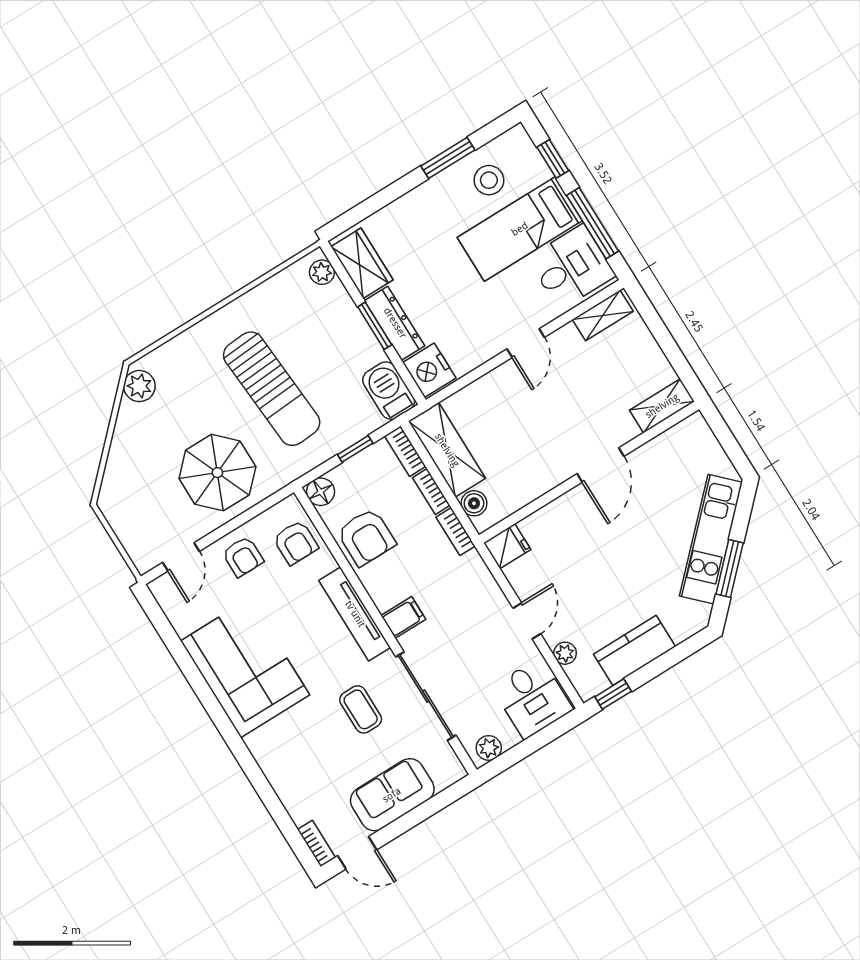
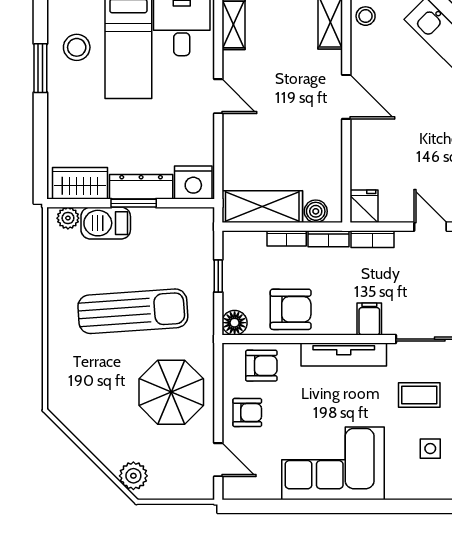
plant: (139, 386) -> (133, 476), moved
barbecue: (389, 391) -> (106, 223), moved
stool: (688, 436) -> (366, 16), added
bookcase: (405, 451) -> (372, 239), moved
side table: (316, 751) -> (430, 449), added

